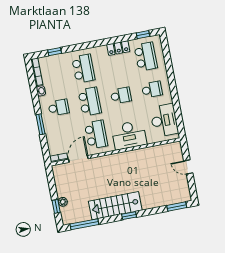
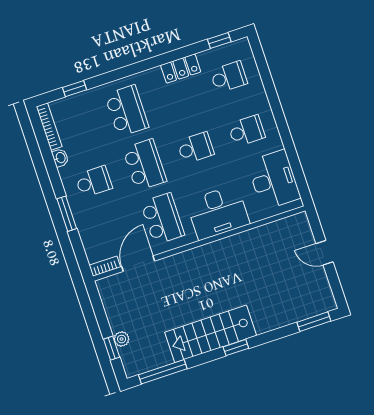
school desk: (146, 57) -> (229, 77), width x0.54

